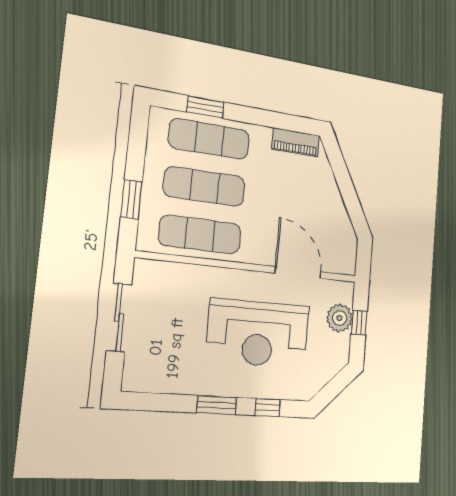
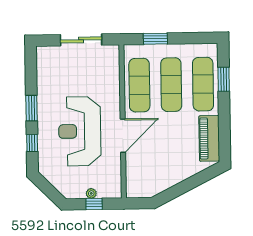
piano: (296, 142) -> (209, 138), width x1.37, depth x1.33
door: (298, 273) -> (123, 136), moved
plant: (339, 318) -> (91, 193), width x0.53, depth x0.53

